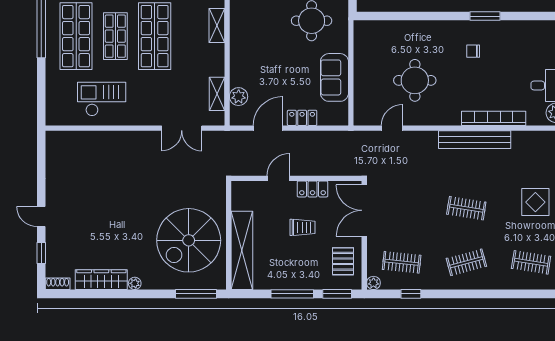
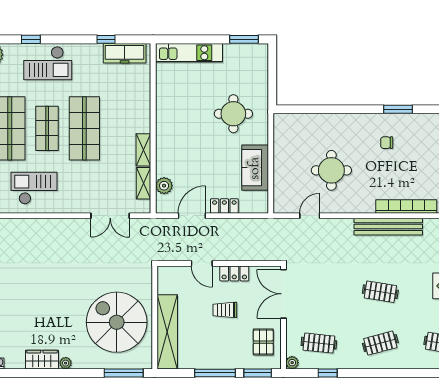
shelving: (217, 25) -> (143, 150), moved
door: (278, 178) -> (202, 263), swing flipped
trolley: (303, 227) -> (225, 310), turned 180
spiral stairs: (189, 240) -> (117, 322), turned 90
wardrobe: (101, 280) -> (42, 360), width x0.67

